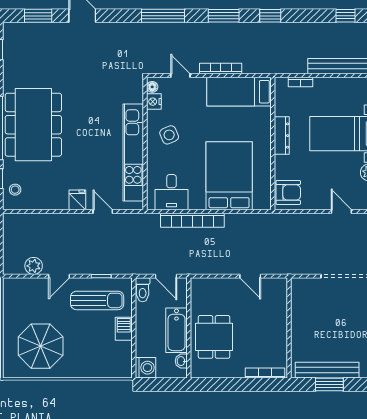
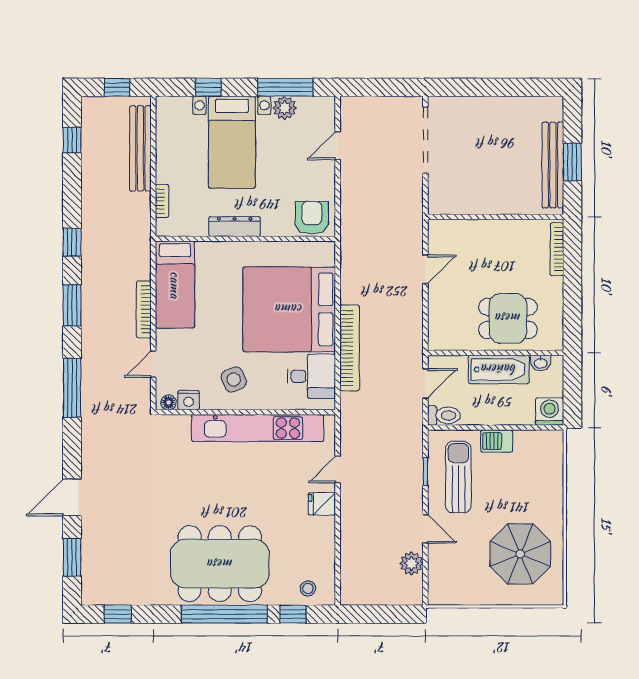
bed: (229, 176) -> (289, 309), width x1.36

